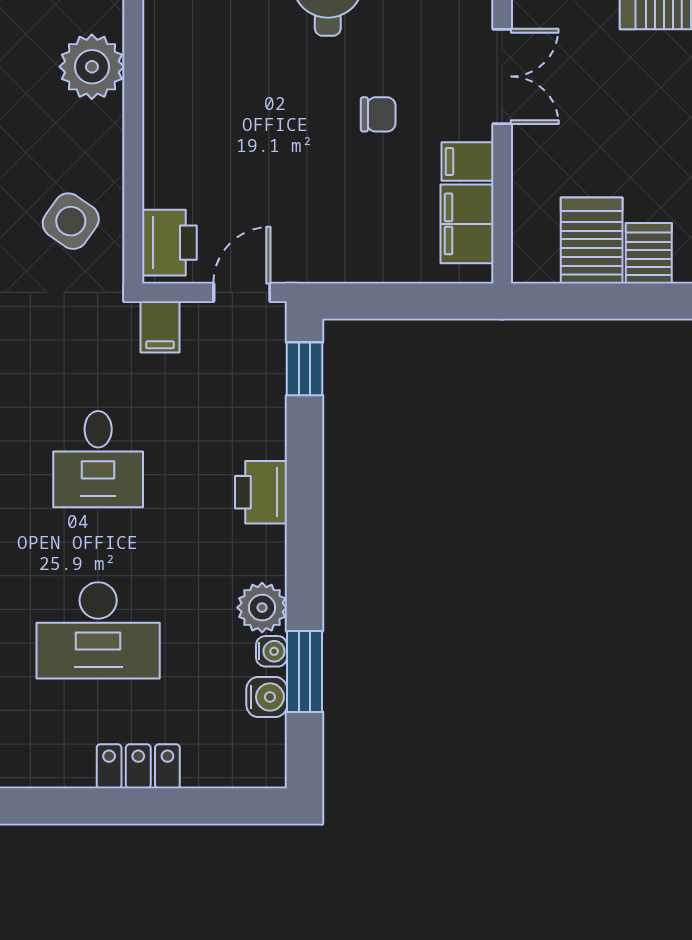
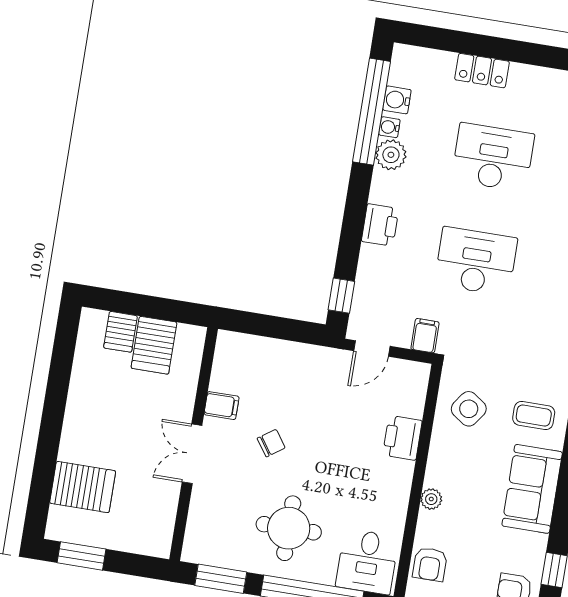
plant: (92, 67) -> (431, 499), width x0.53, depth x0.53
chair: (378, 114) -> (271, 443), turned 145
filing cabinet: (467, 224) -> (228, 368), removed
printer: (169, 243) -> (402, 438), moved
desk: (98, 459) -> (476, 261), width x1.37
window: (304, 672) -> (371, 112), width x2.11

